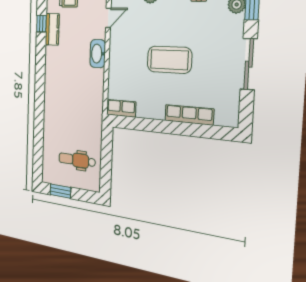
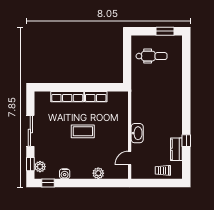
window: (41, 24) -> (186, 141), moved
coffee table: (169, 60) -> (83, 131), width x0.73, depth x0.76
row of seats: (121, 108) -> (96, 97), moved

